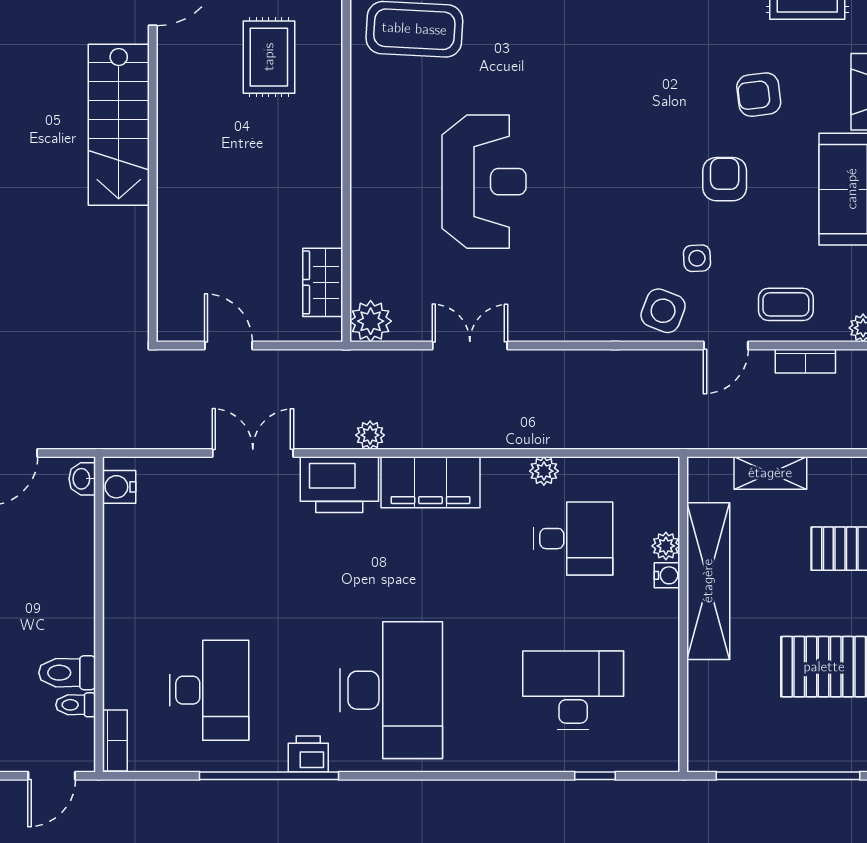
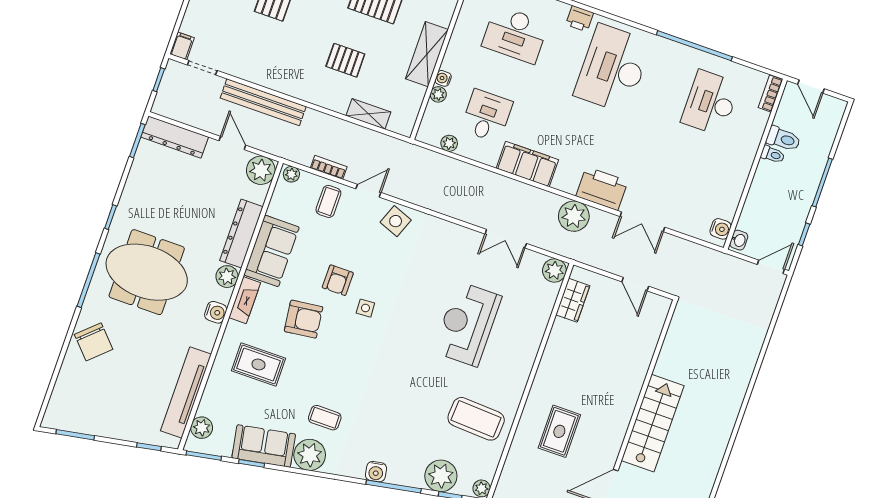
armchair: (759, 95) -> (304, 319), width x1.38, depth x1.38
side table: (697, 258) -> (365, 308), moved
coffee table: (786, 304) -> (328, 201), turned 90
plant: (370, 435) -> (574, 216), width x1.87, depth x1.87
plant: (544, 471) -> (449, 143), moved
filing cabinet: (431, 482) -> (527, 164), moved
desk: (573, 539) -> (487, 116), turned 90
shelving: (708, 581) -> (427, 54), width x0.68
toilet: (76, 705) -> (773, 155), moved
printer: (308, 754) -> (580, 19), moved
door: (52, 776) -> (811, 87), swing flipped

